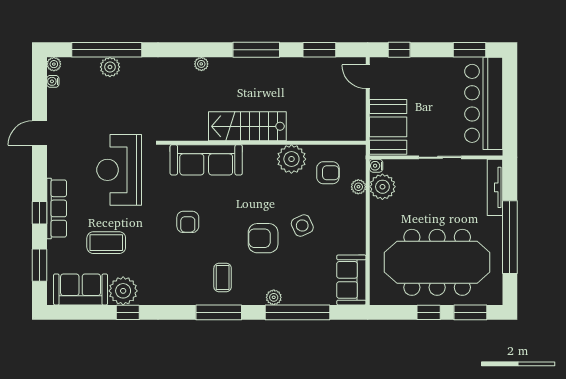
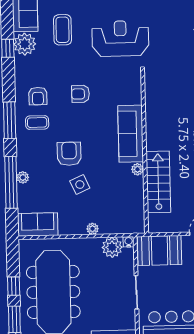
stairs: (247, 126) -> (158, 182), moved
plant: (291, 159) -> (137, 169), width x0.53, depth x0.53
sofa: (206, 160) -> (131, 134), moved
armchair: (328, 173) -> (38, 96), moved
plant: (358, 187) -> (93, 229), moved
plant: (274, 297) -> (23, 177), moved

